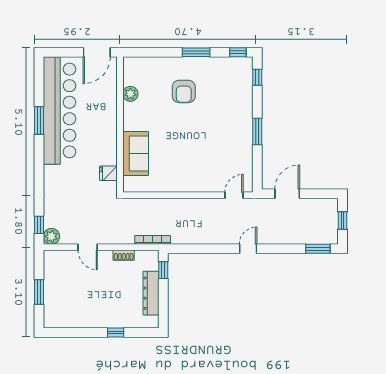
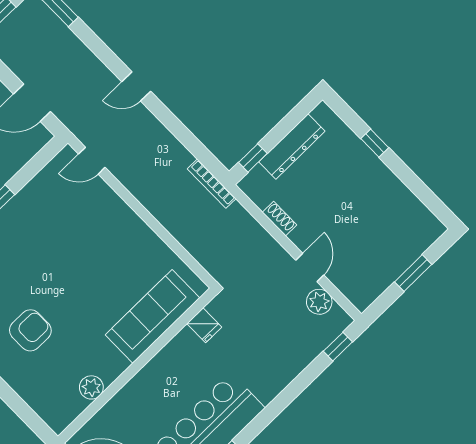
sofa: (136, 154) -> (152, 316), width x1.36
plant: (51, 236) -> (319, 302), moved
bookcase: (153, 240) -> (212, 184), moved

